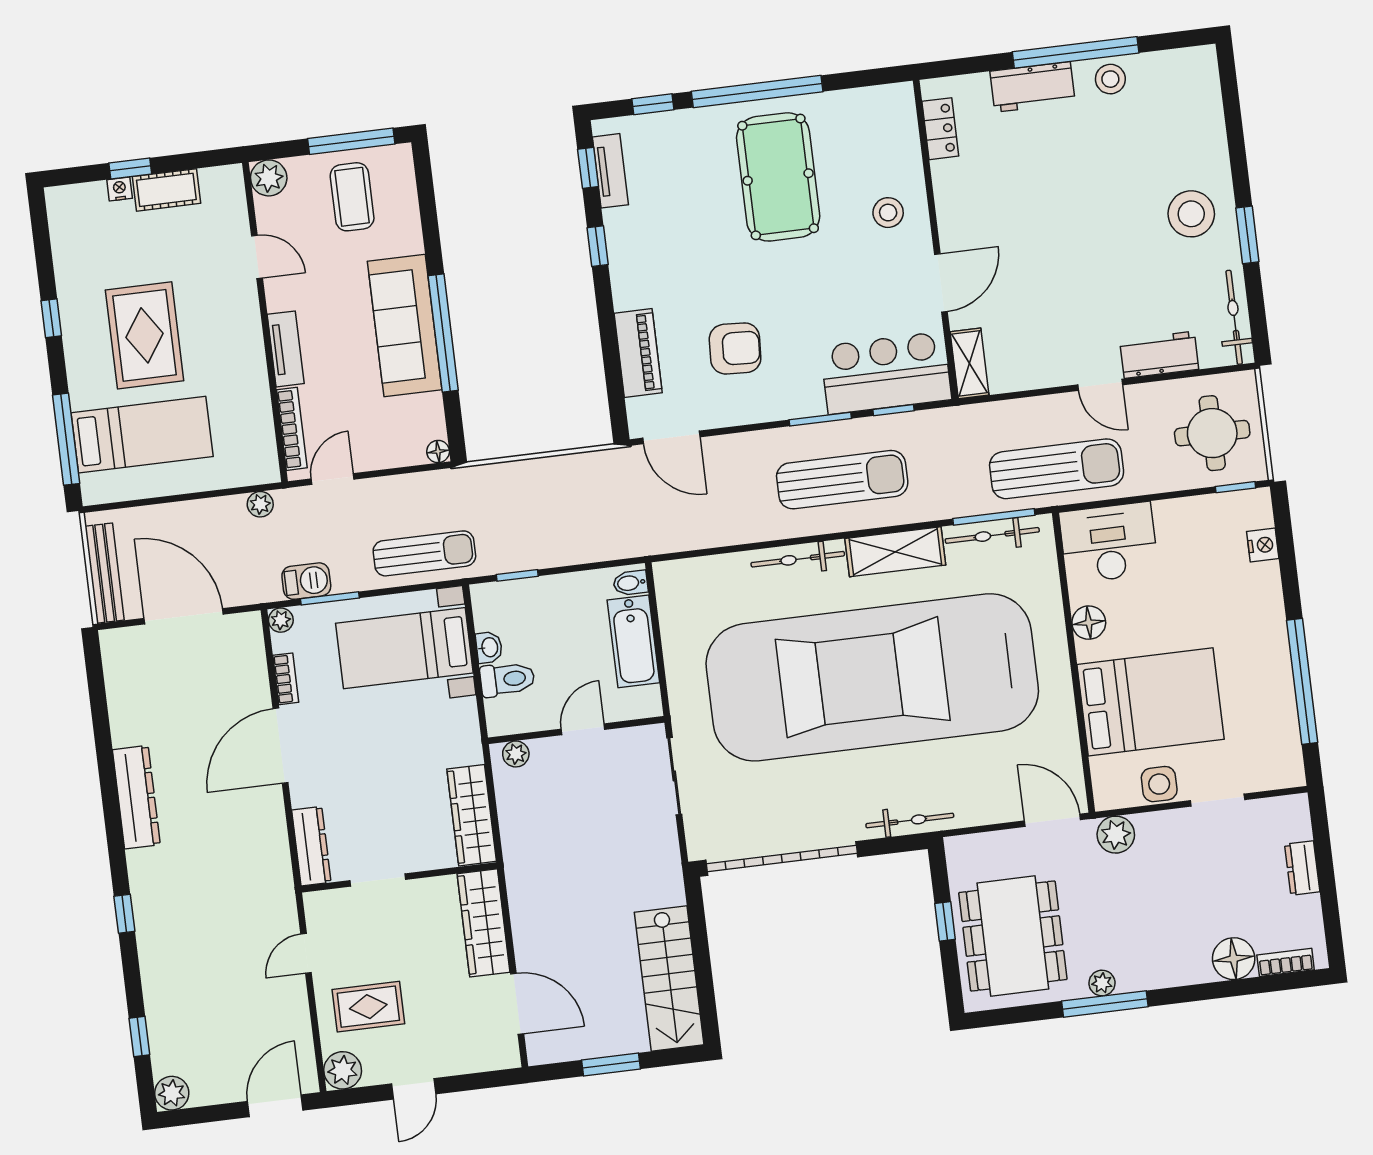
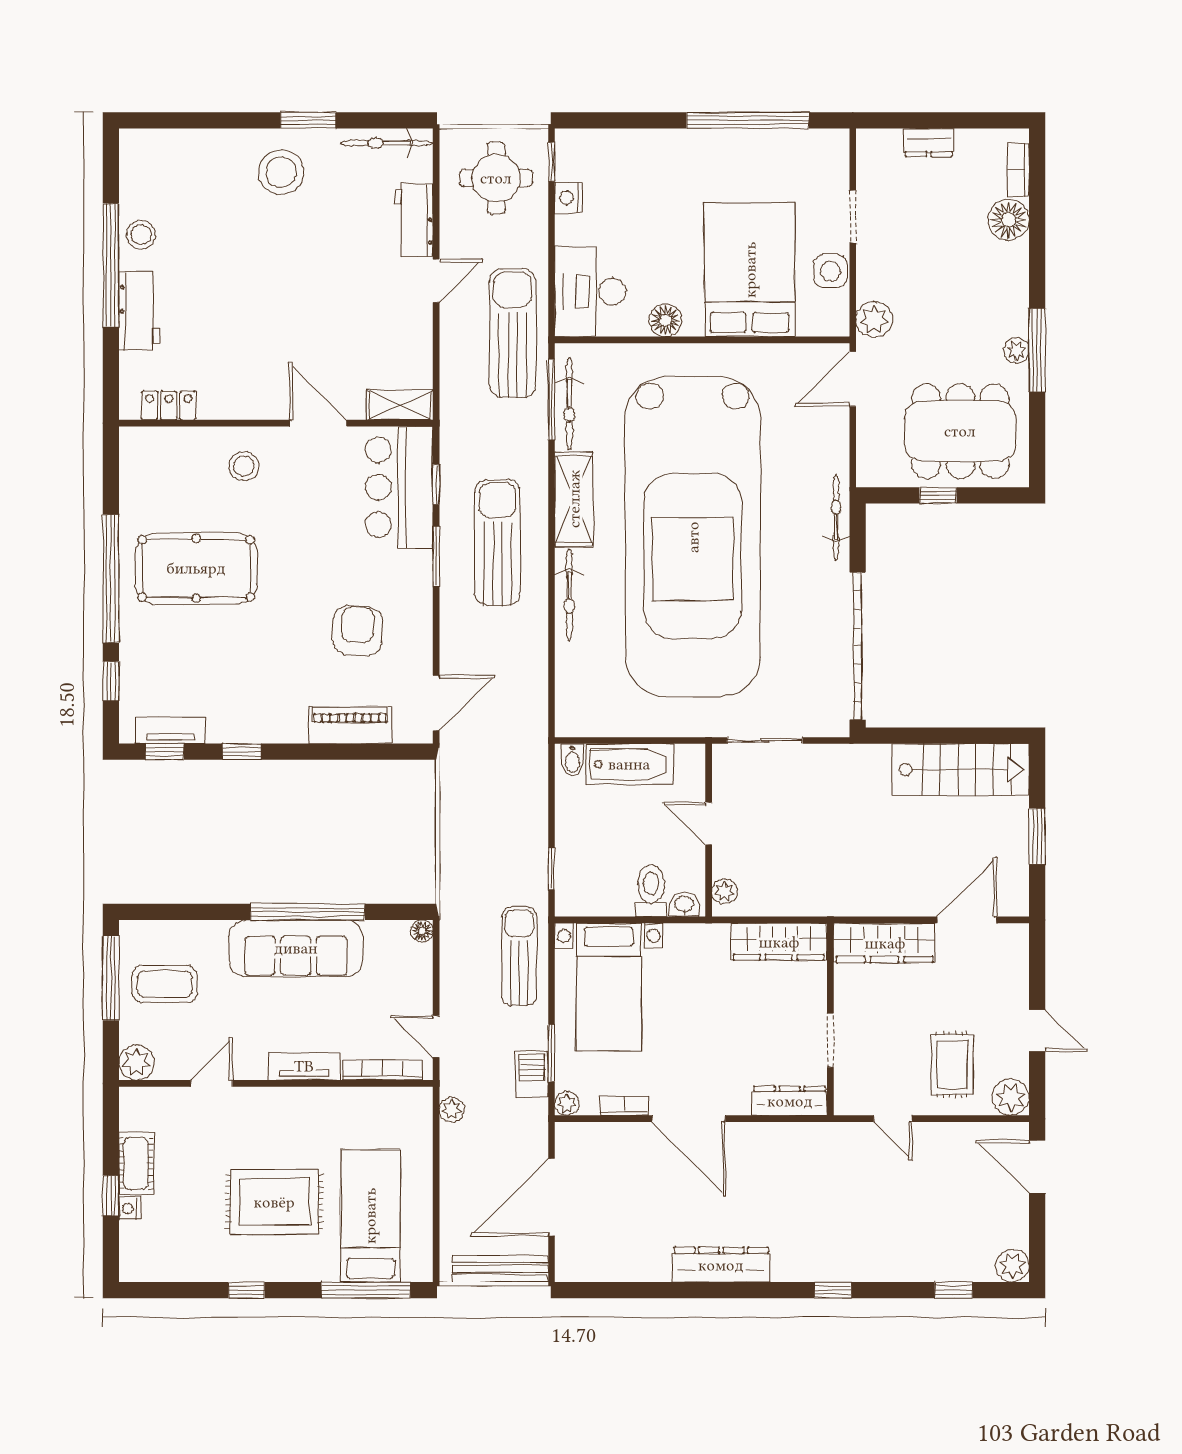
nightstand: (1263, 545) -> (569, 198), moved, turned -90
washbasin: (489, 647) -> (684, 905), moved

